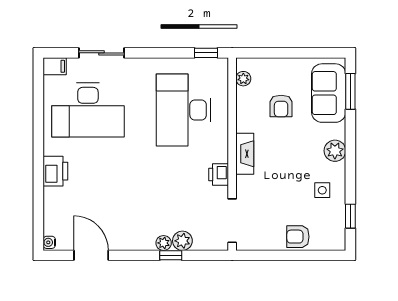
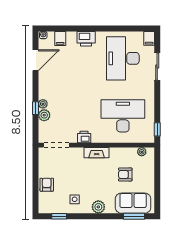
filing cabinet: (55, 214) -> (60, 38), added

